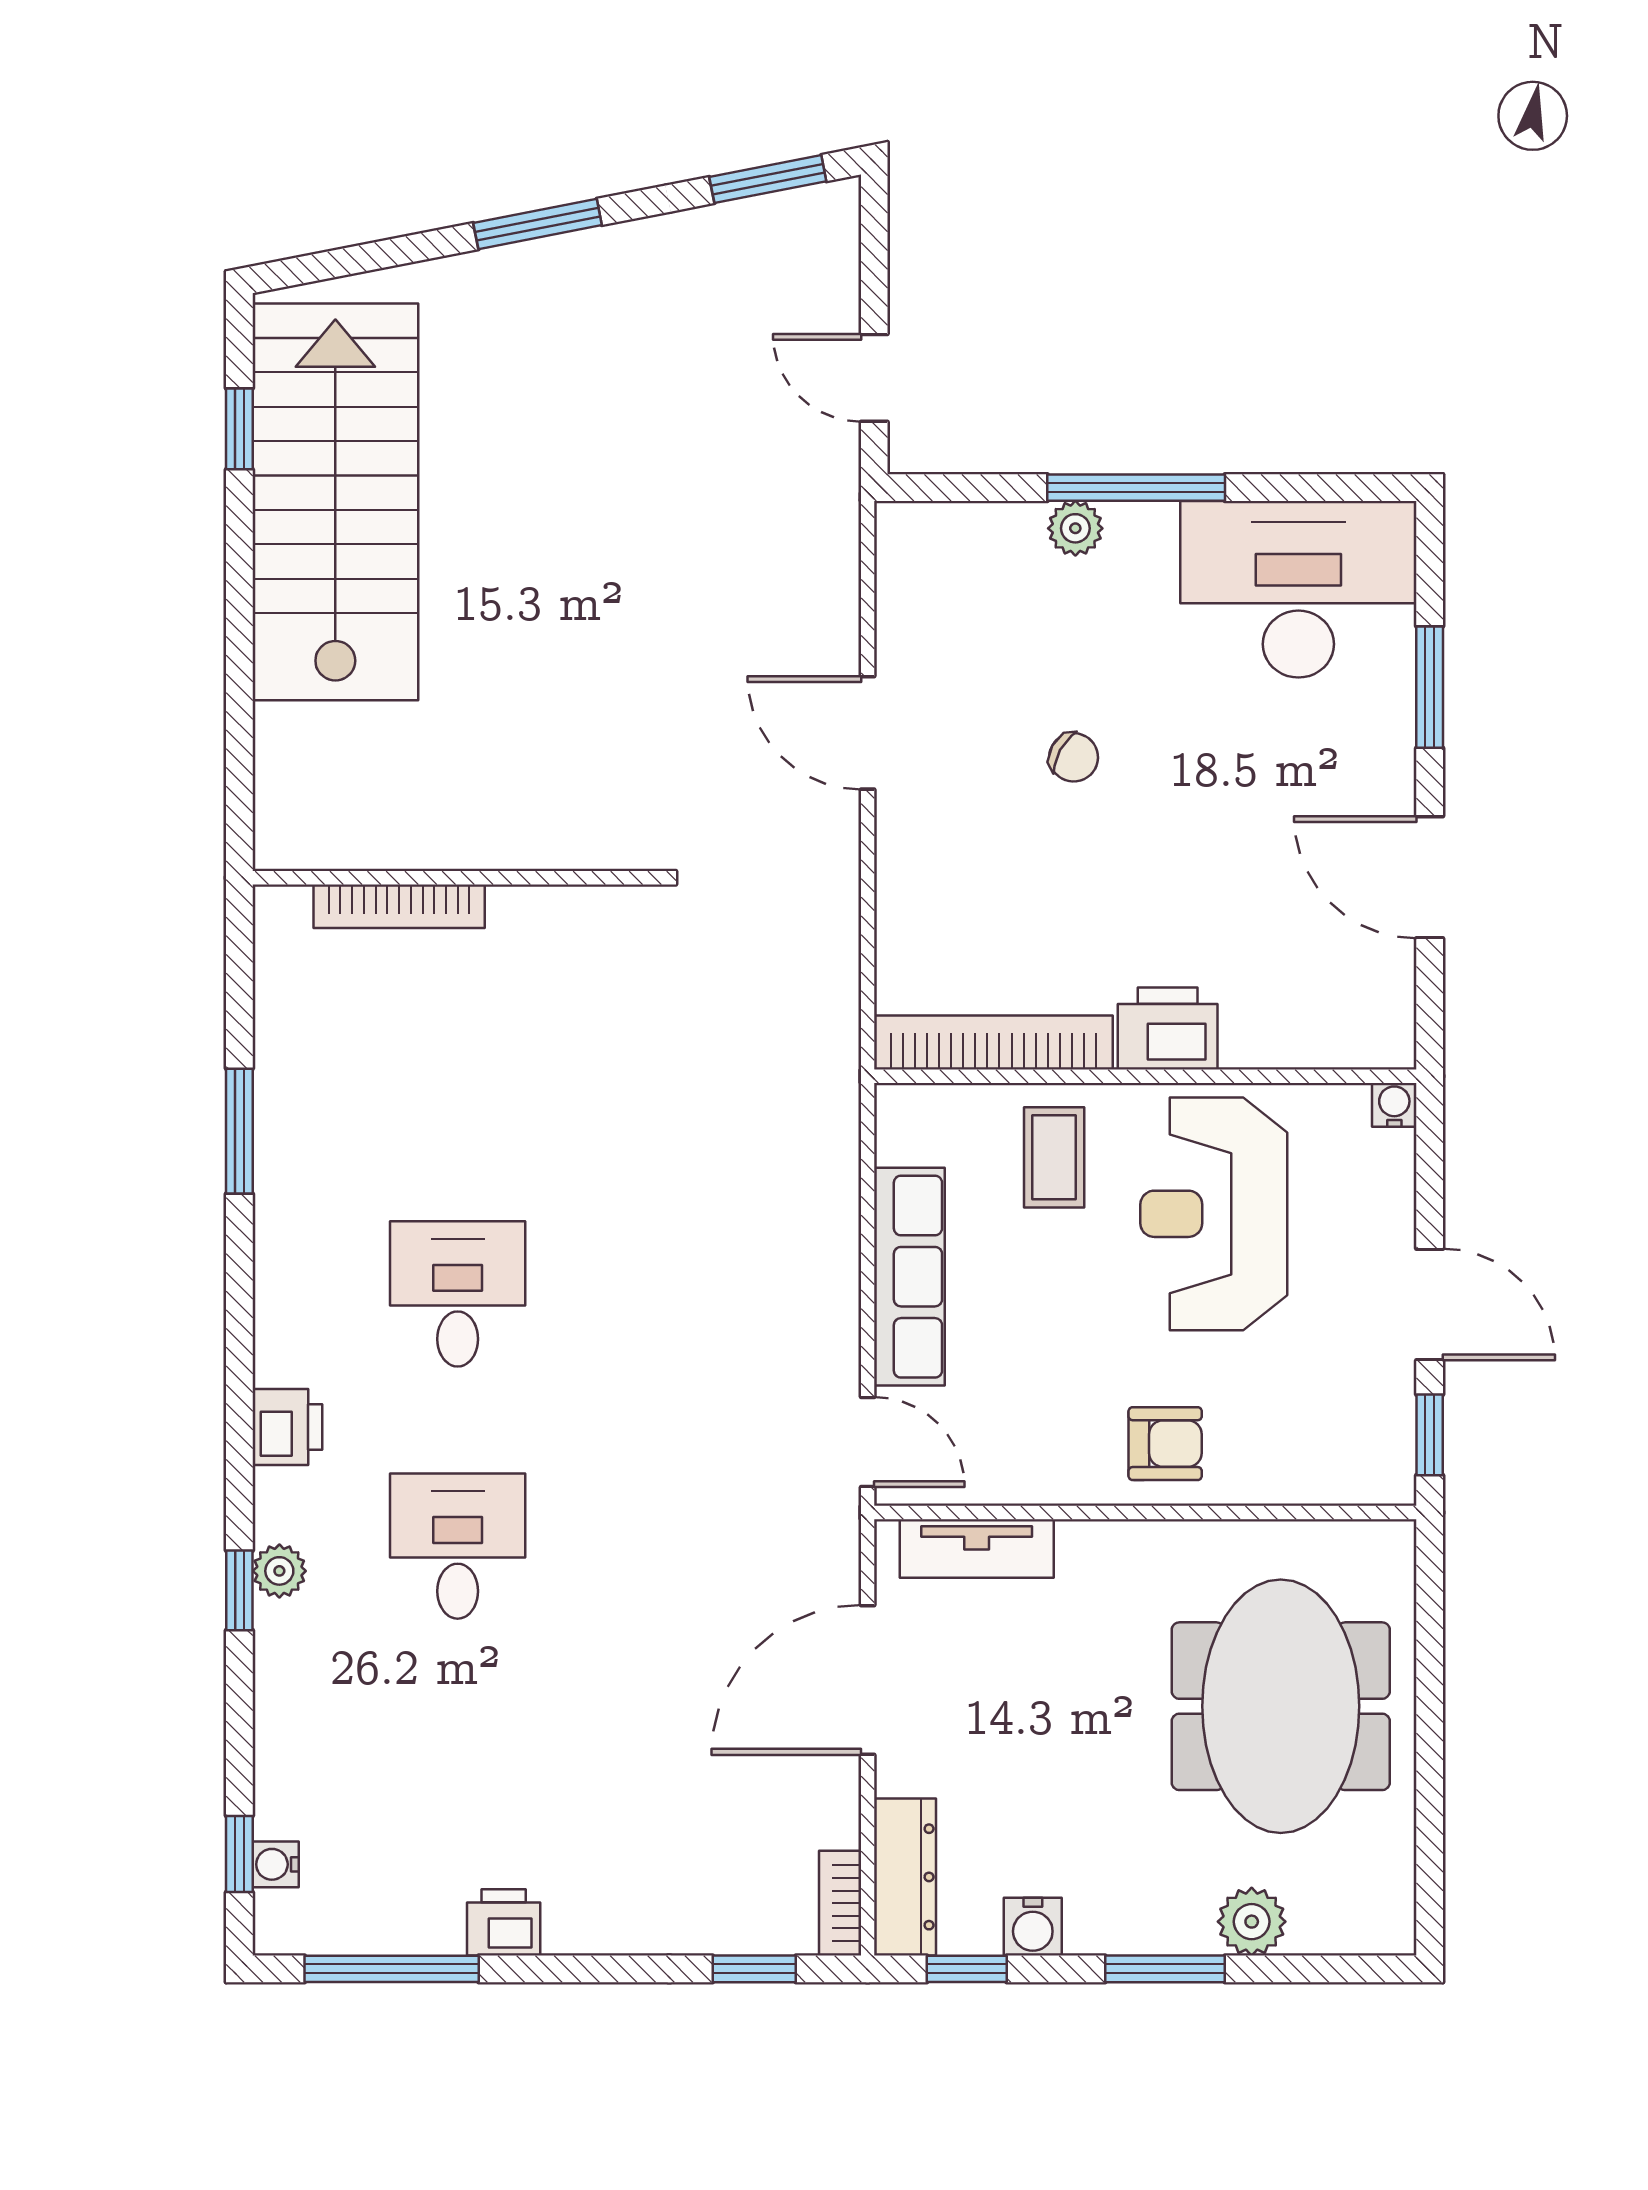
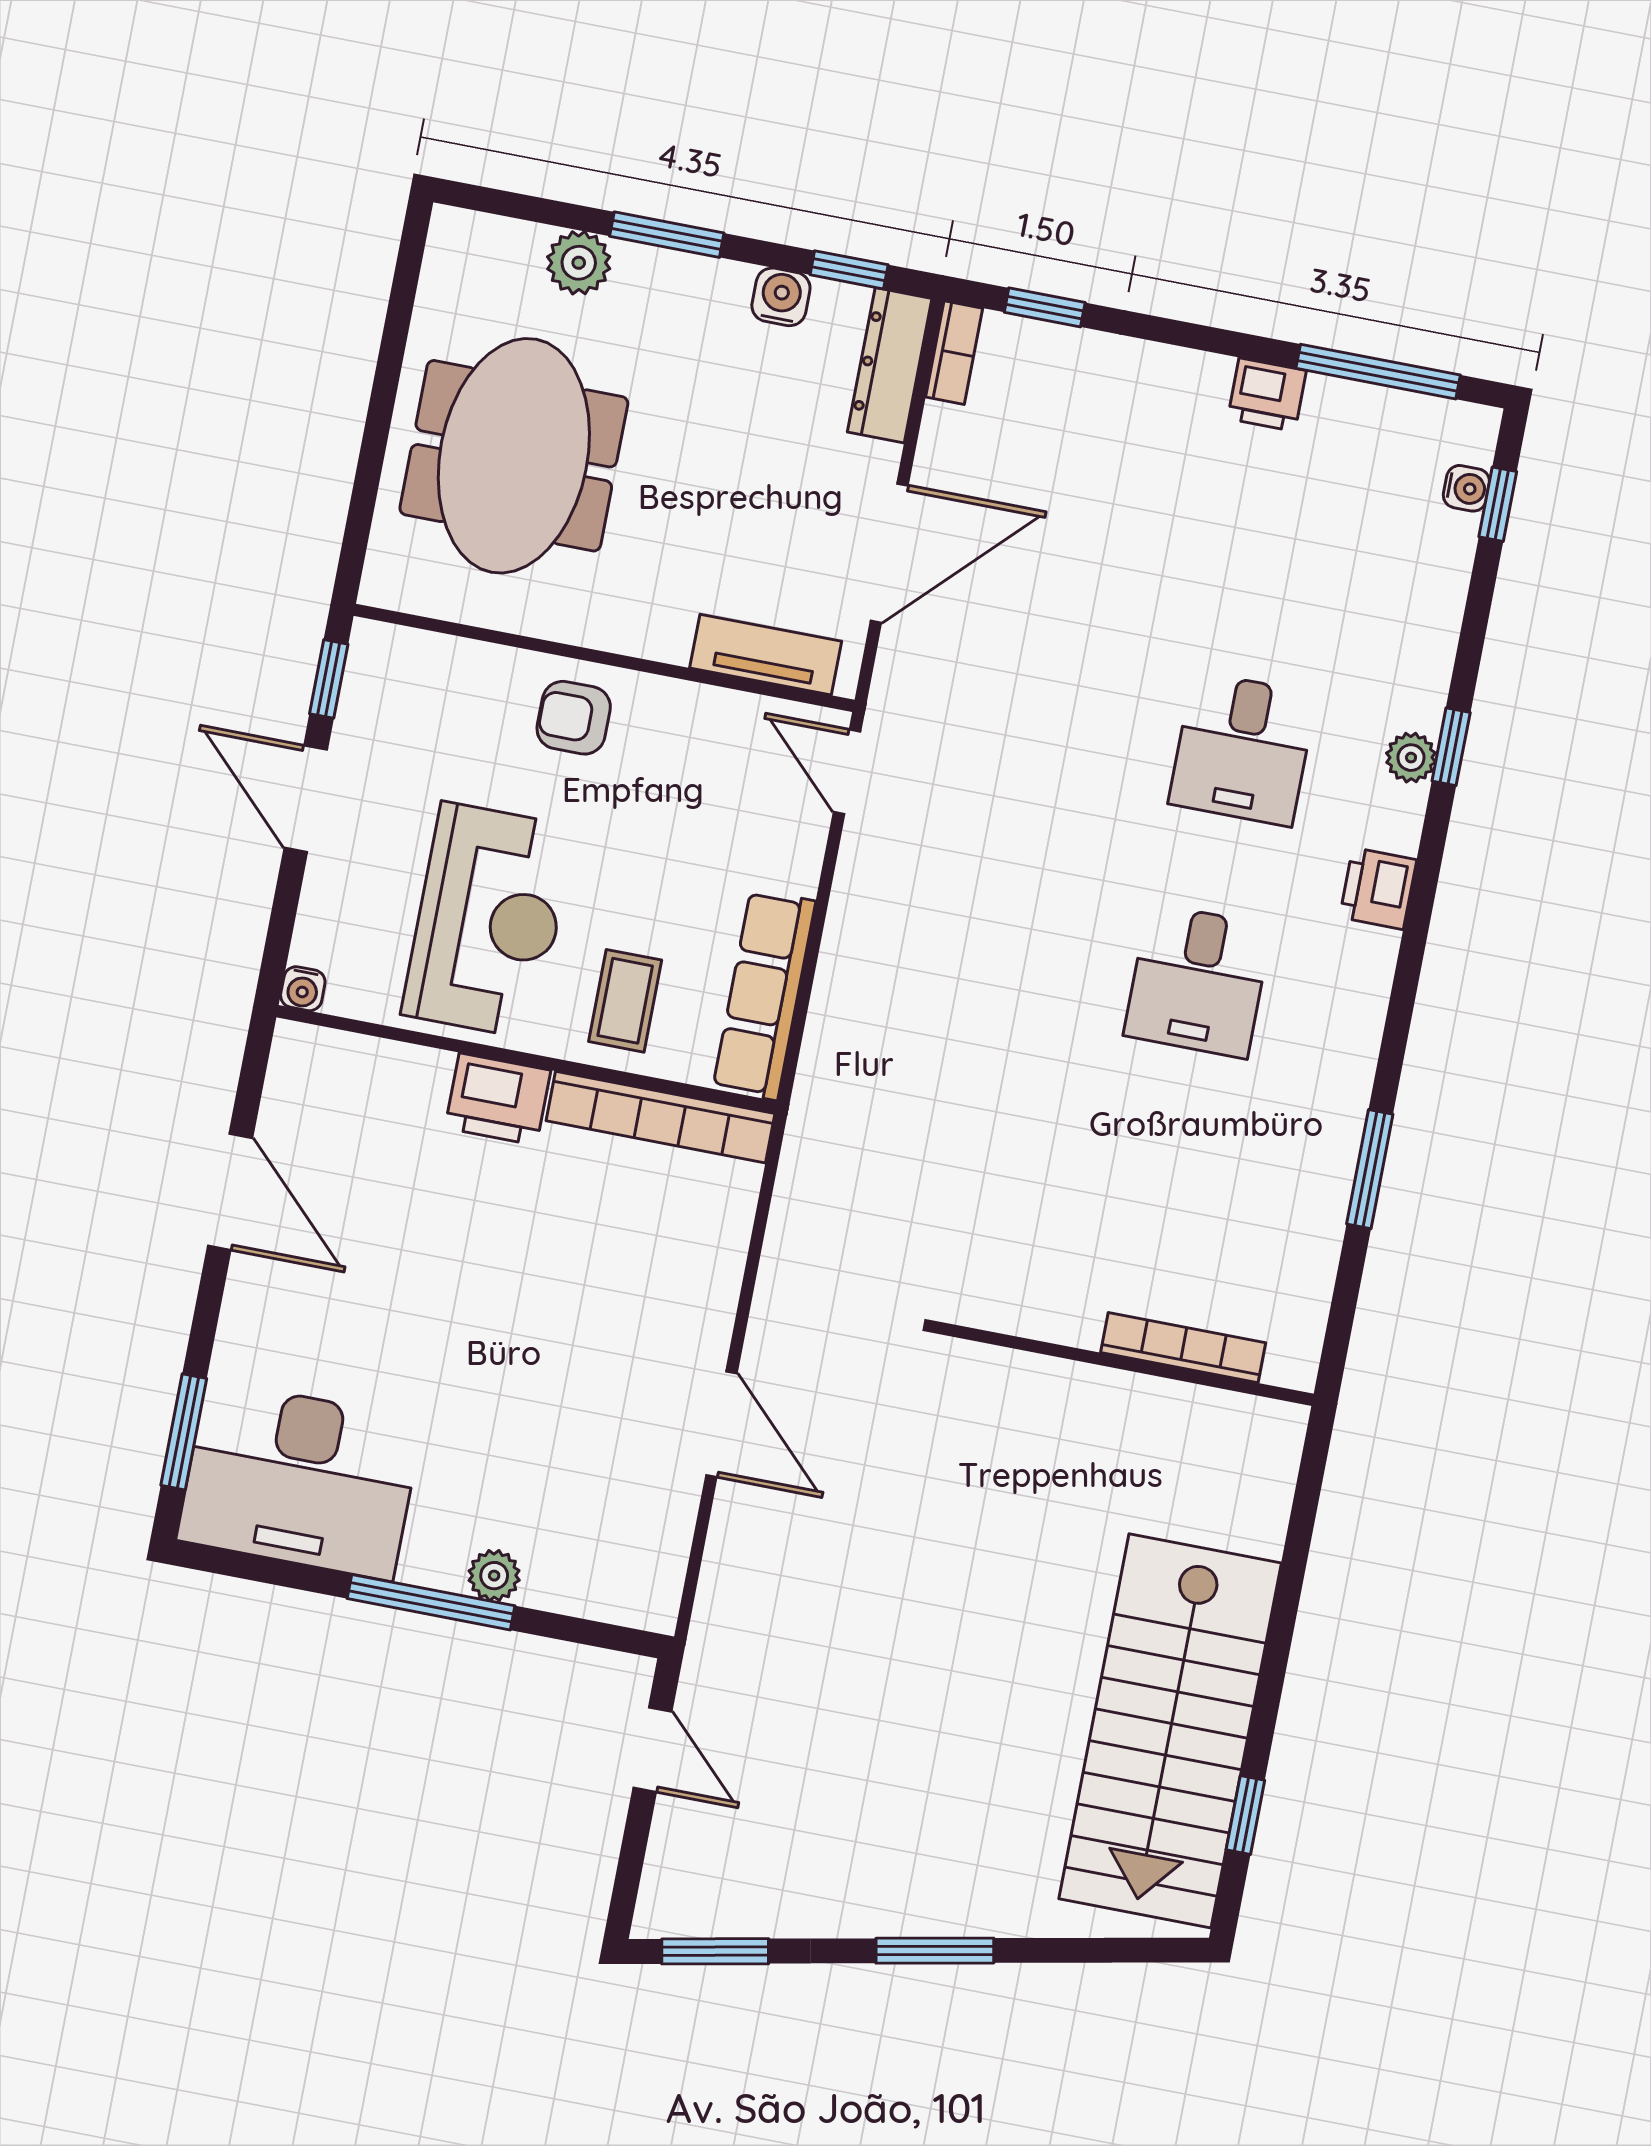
window: (1430, 687) -> (184, 1432), moved
chair: (1074, 757) -> (536, 1365), removed
row of seats: (909, 1277) -> (764, 995), moved

